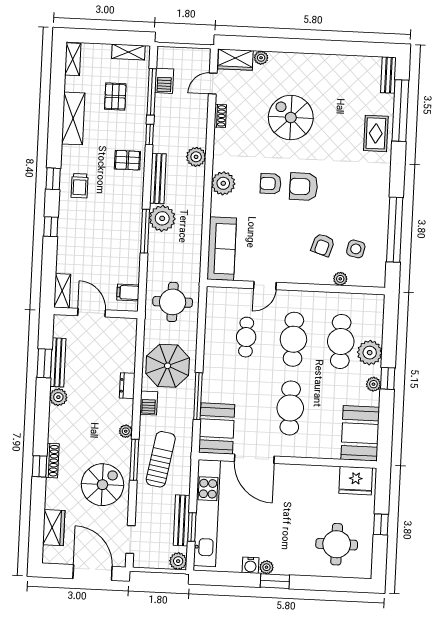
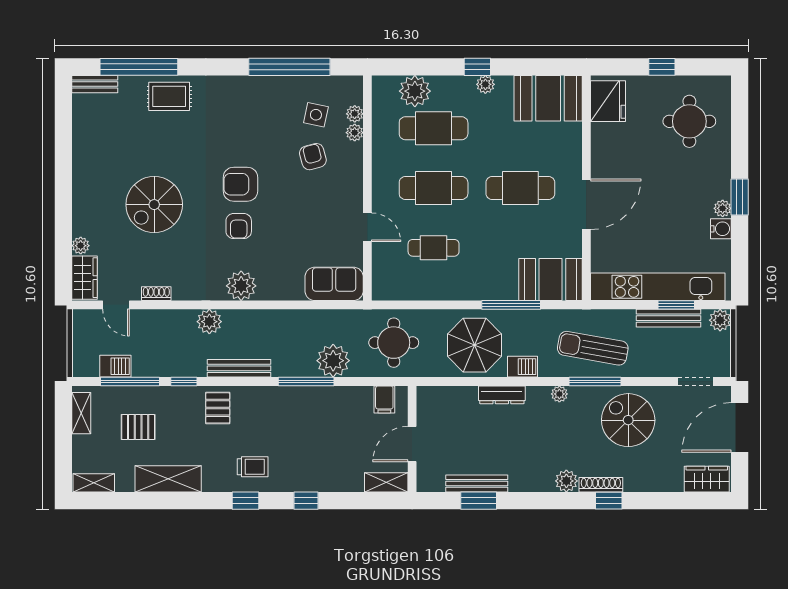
armchair: (304, 187) -> (240, 184), turned 90
plant: (162, 218) -> (333, 361), moved
armchair: (323, 245) -> (313, 157), turned -123
sofa: (222, 249) -> (334, 284), width x0.73
plant: (355, 280) -> (355, 114), added
plant: (370, 353) -> (415, 91), moved
dresser: (127, 386) -> (502, 395), width x1.44
plant: (58, 397) -> (566, 481), moved
door: (254, 459) -> (586, 204), moved
wardrobe: (54, 528) -> (707, 479), moved

